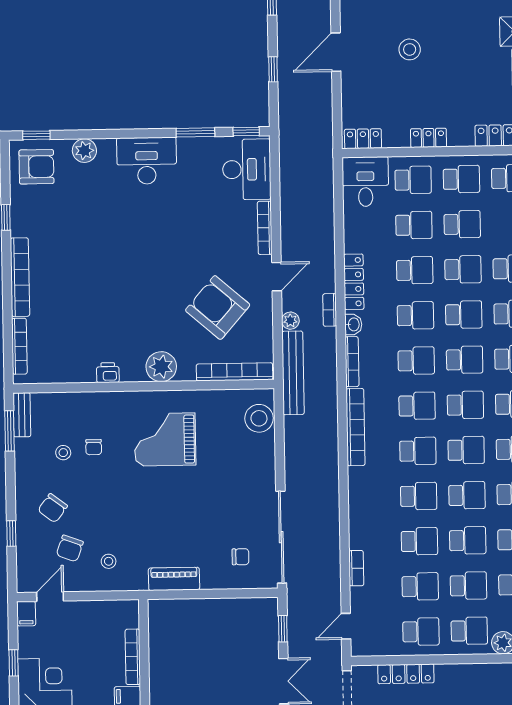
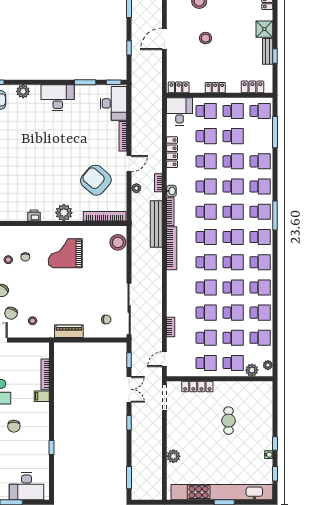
locker: (354, 282) -> (172, 152), moved
bench: (293, 373) -> (156, 224), moved

